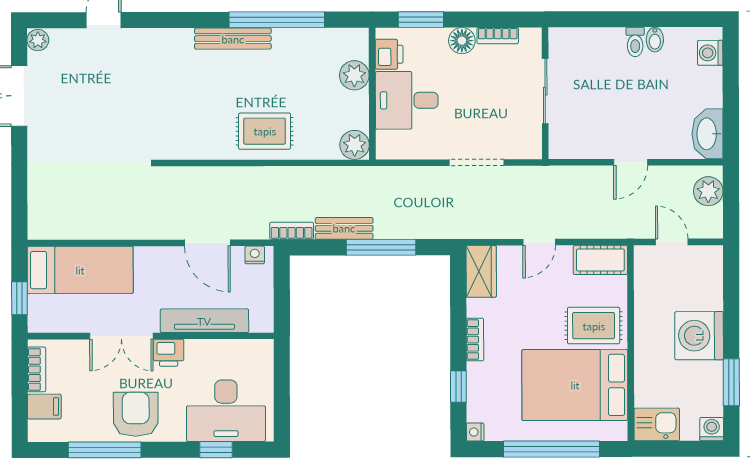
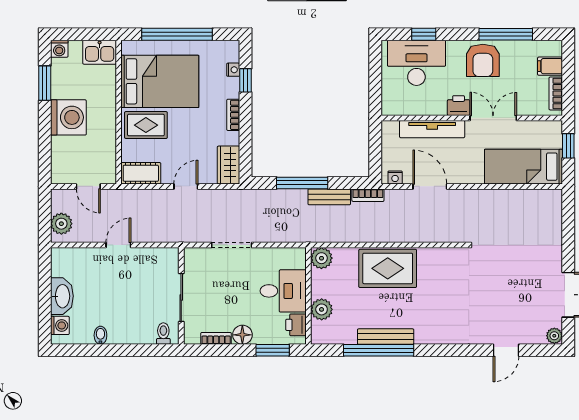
bench: (233, 39) -> (386, 337), moved
toilet: (635, 42) -> (163, 334), moved
rug: (265, 131) -> (388, 268), width x1.36, depth x1.43
washbasin: (708, 134) -> (62, 296), moved
nightstand: (475, 432) -> (233, 70), moved

